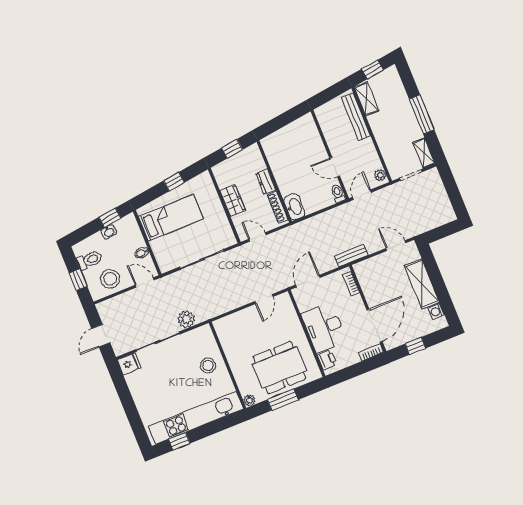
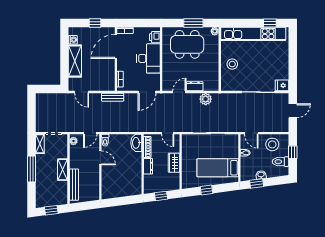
shelving: (366, 99) -> (63, 170), moved
dresser: (246, 315) -> (195, 86), added
plant: (186, 319) -> (206, 99), moved

